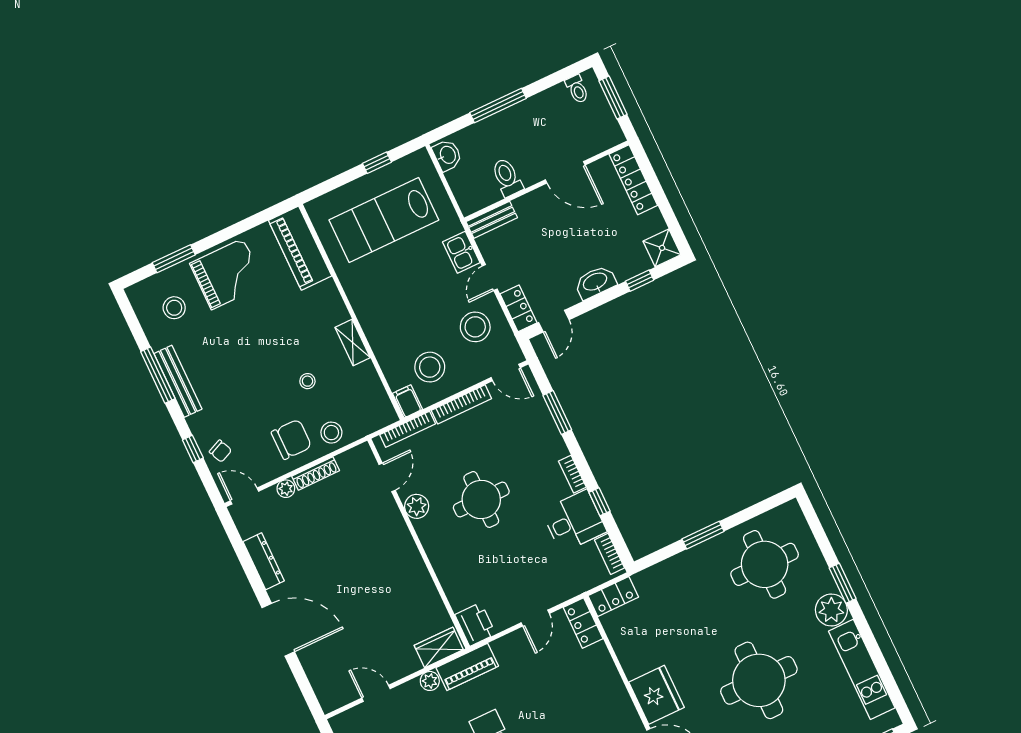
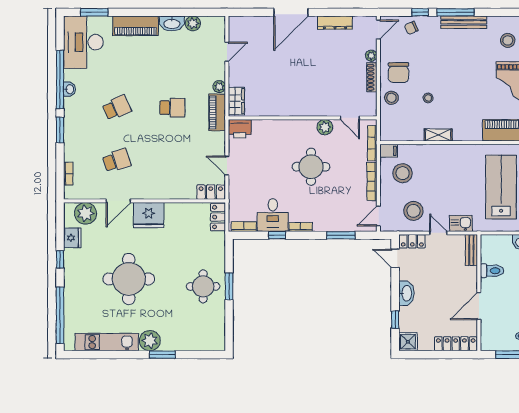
window: (158, 375) -> (456, 12), moved
round table: (765, 564) -> (203, 286), moved, width x0.73, depth x0.73

